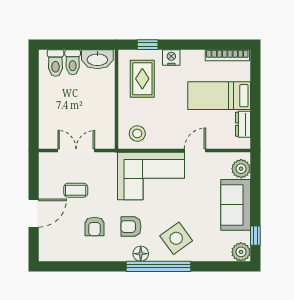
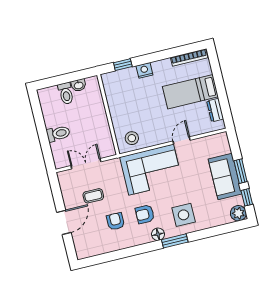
washbasin: (97, 59) -> (79, 85), width x0.52, depth x0.69
toilet: (55, 63) -> (58, 134), moved, turned -90
rug: (142, 79) -> (125, 93), removed
plant: (241, 169) -> (222, 146), removed
window: (255, 203) -> (240, 171), added
armchair: (94, 226) -> (115, 221), turned 180
side table: (176, 238) -> (184, 215), turned 36
window: (158, 266) -> (175, 241), width x0.47

